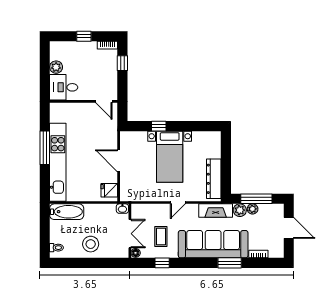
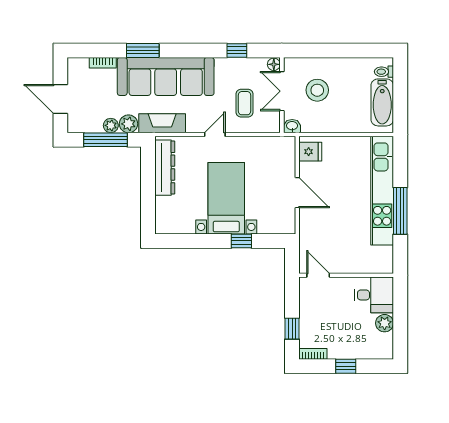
bathtub: (67, 212) -> (382, 102), moved, turned -90
coffee table: (161, 236) -> (245, 103), moved
stool: (91, 244) -> (317, 90), moved

